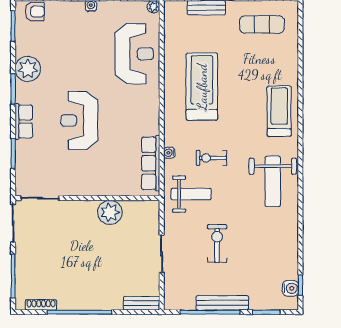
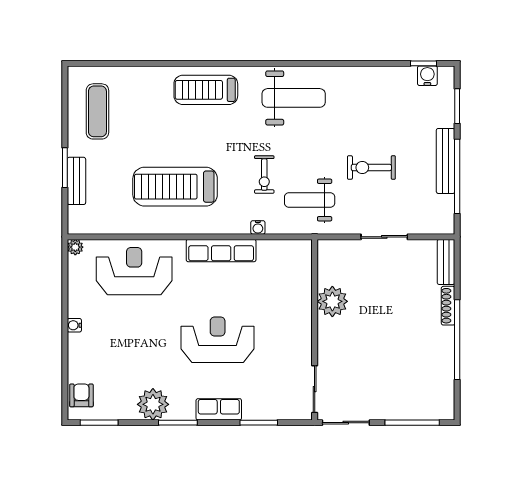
reception desk: (79, 121) -> (218, 340), turned 180
row of seats: (151, 163) -> (221, 251), moved
weight bench: (191, 194) -> (310, 200), turned -90
shoe rack: (41, 305) -> (448, 306), moved

